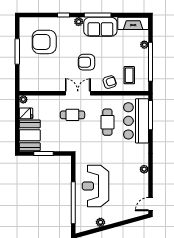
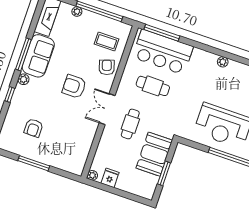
armchair: (44, 42) -> (33, 128), width x0.53, depth x0.53
armchair: (87, 62) -> (74, 86), turned 90
booth: (30, 135) -> (154, 154), moved, turned 90

